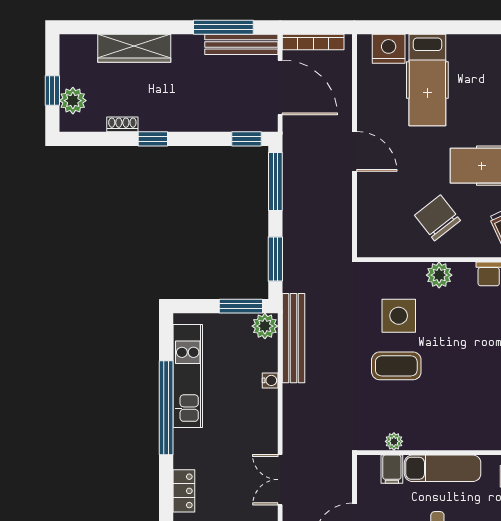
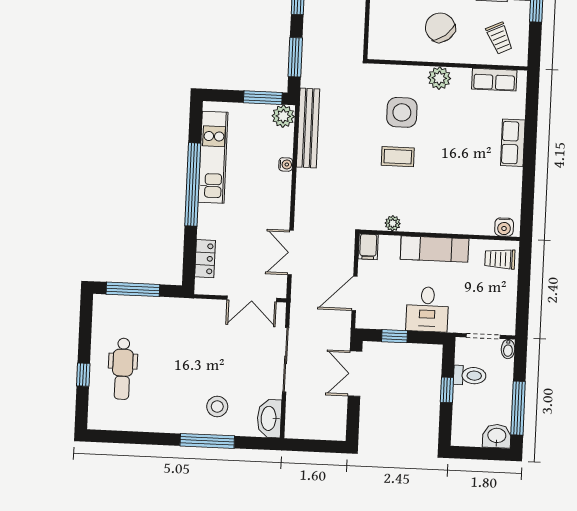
coffee table: (396, 366) -> (398, 157), width x0.73, depth x0.77
filing cabinet: (392, 469) -> (368, 247), moved

